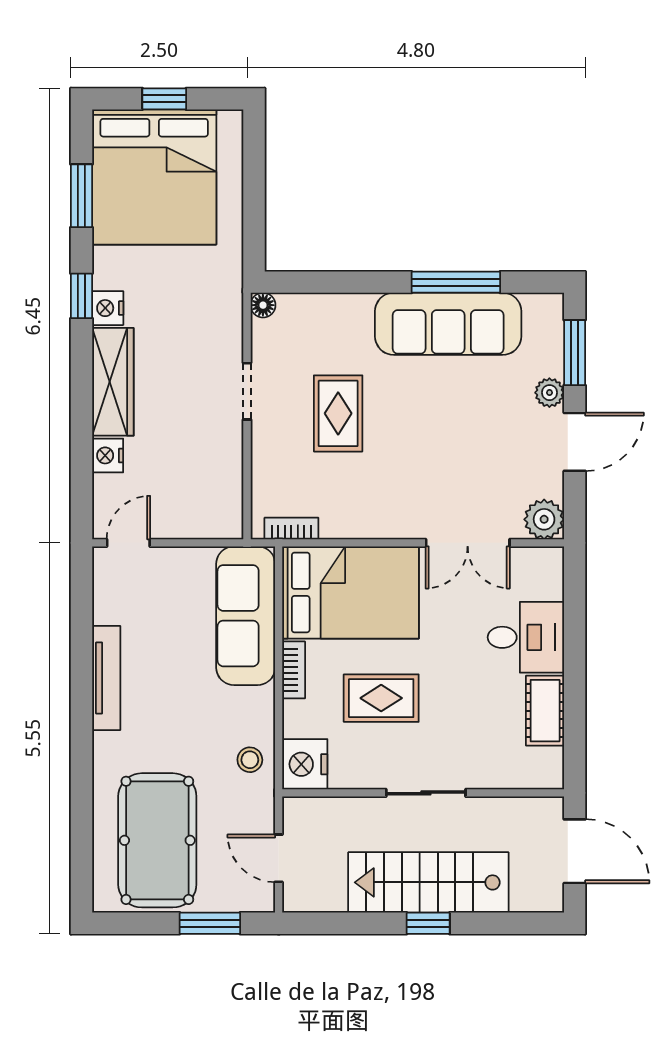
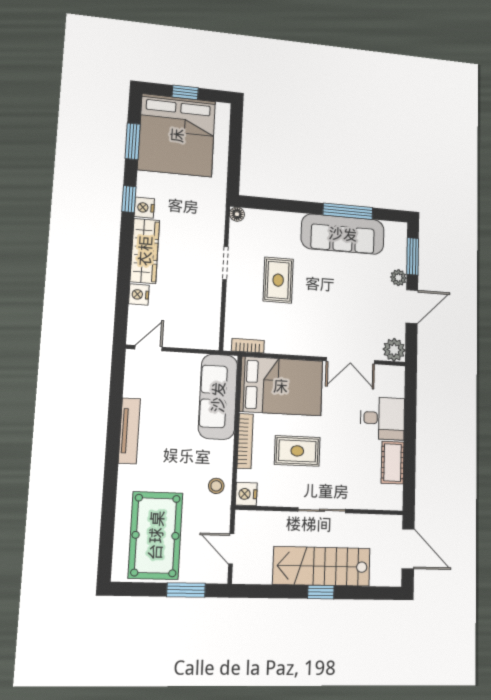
bookcase: (294, 670) -> (245, 441), width x1.56
nightstand: (305, 764) -> (246, 494), width x0.74, depth x0.75

